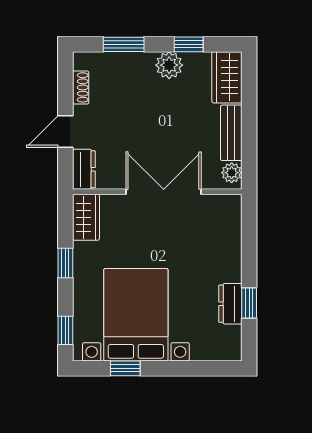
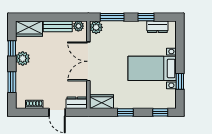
plant: (229, 207) -> (96, 27), added
window: (249, 238) -> (112, 17), added
dresser: (230, 304) -> (157, 27), moved
bed with nightstands: (136, 315) -> (152, 68), width x0.73

